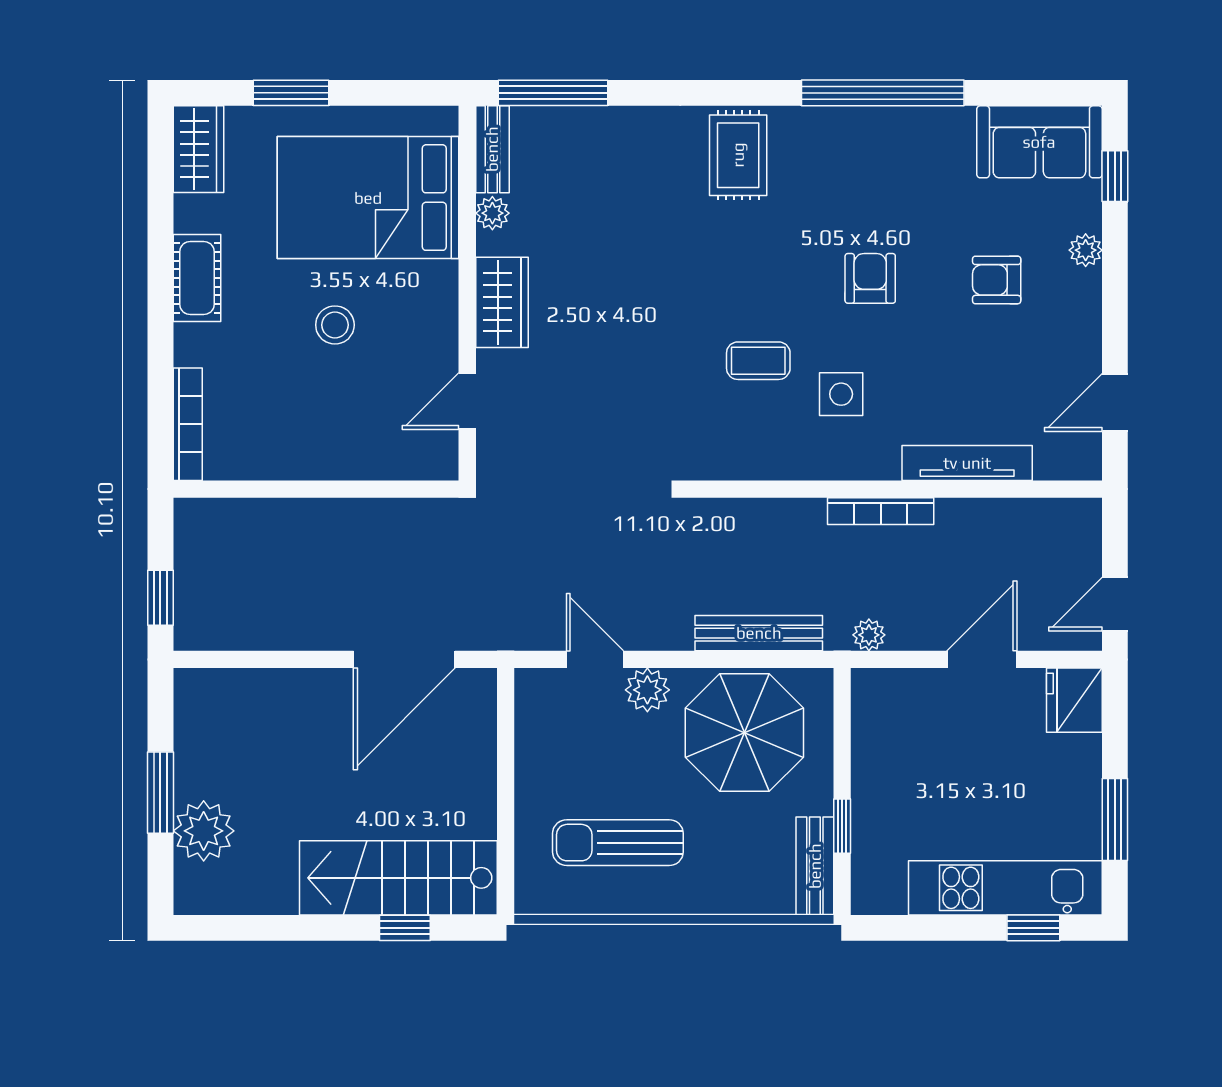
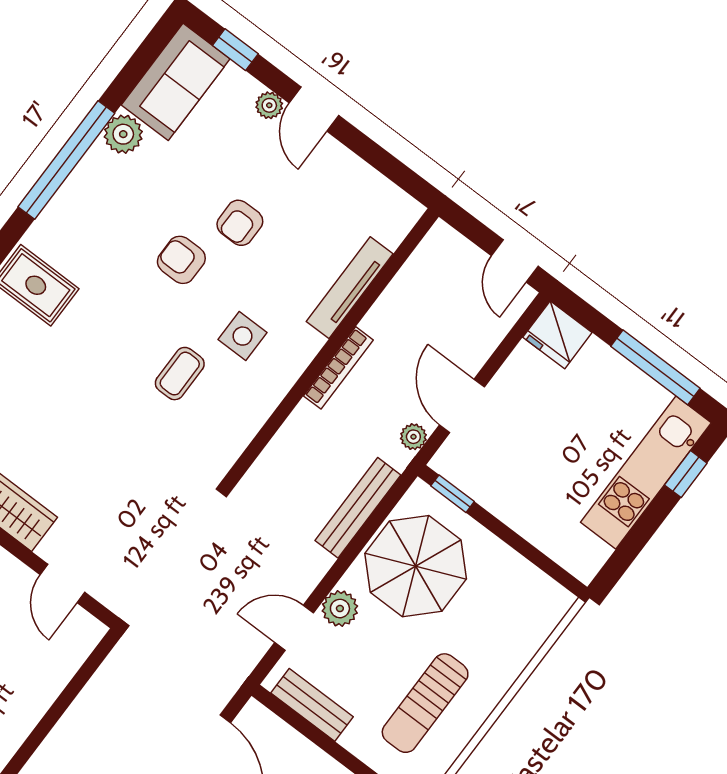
plant: (950, 129) -> (123, 134), added
armchair: (997, 280) -> (240, 223), moved
door: (1115, 402) -> (314, 109), moved
door: (982, 659) -> (462, 406), moved
window: (1115, 820) -> (655, 367), width x1.44
window: (842, 826) -> (453, 494), moved
bench: (815, 866) -> (312, 705), moved

